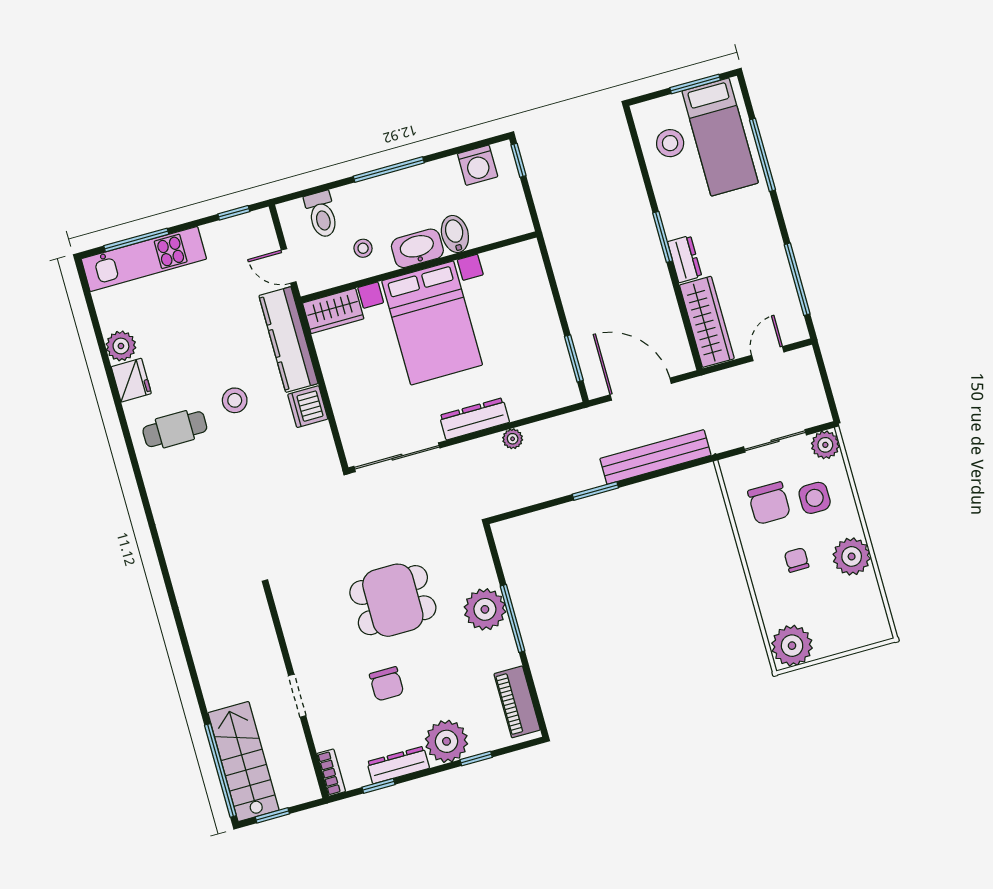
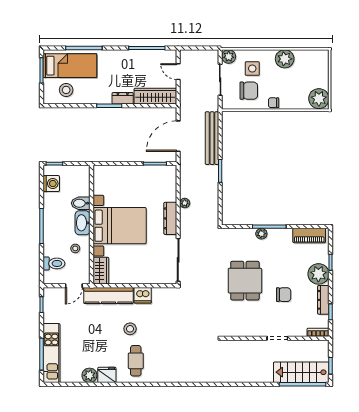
chair: (797, 560) -> (274, 103), moved
plant: (485, 609) -> (261, 234), width x0.53, depth x0.53

